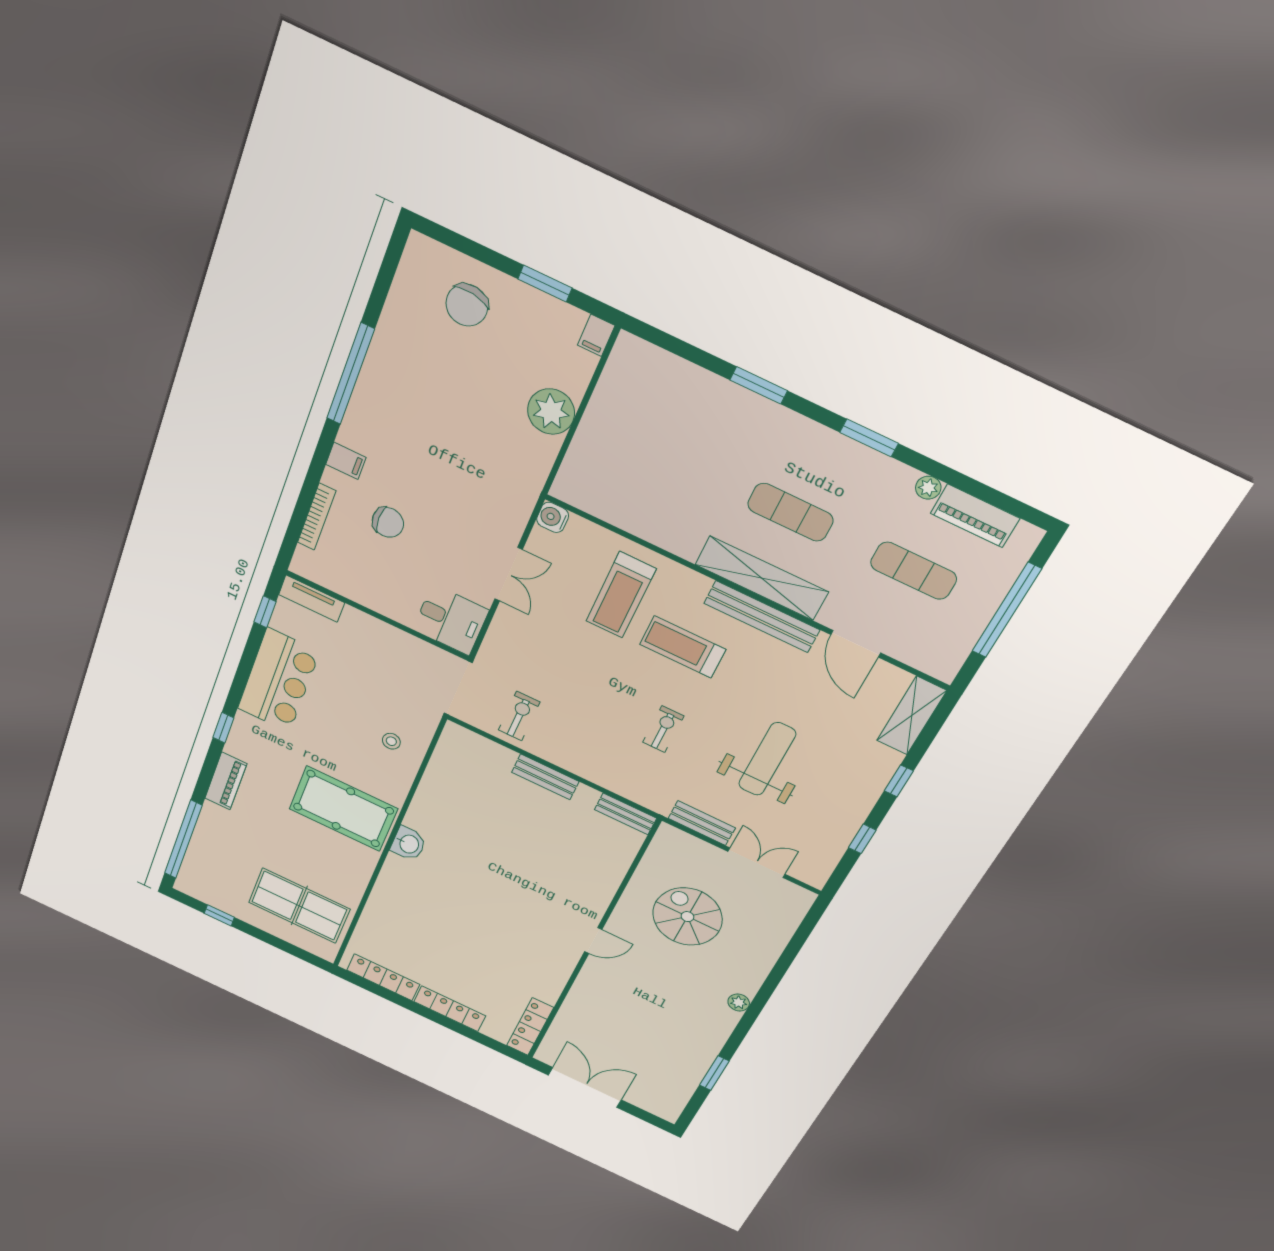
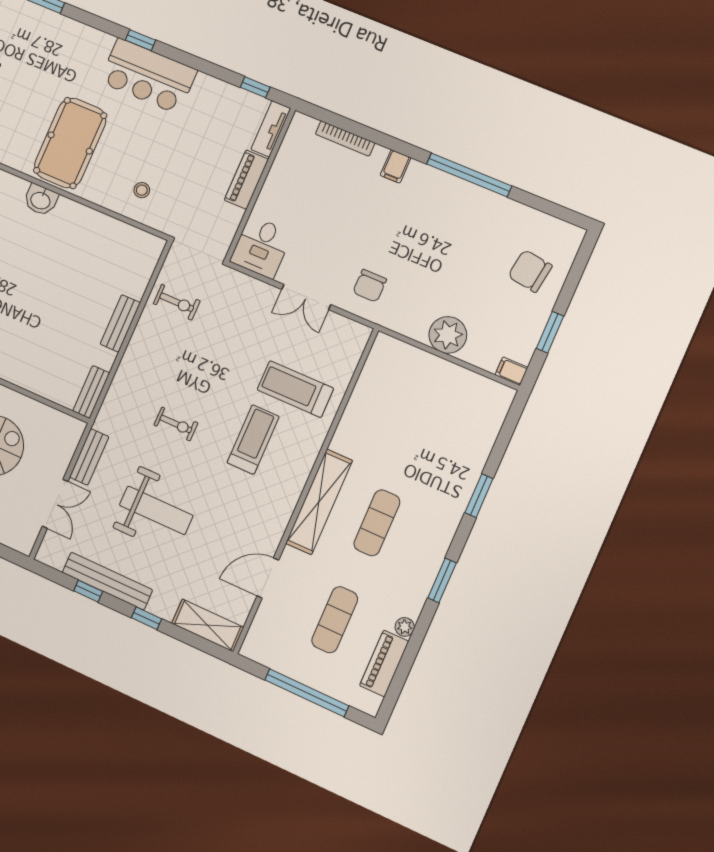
water cooler: (553, 517) -> (359, 334), removed
chair: (388, 522) -> (370, 286), moved
bench: (762, 617) -> (107, 581), moved, turned 90
bar counter: (278, 680) -> (148, 76), moved
piano: (226, 781) -> (246, 180), moved, turned 90

